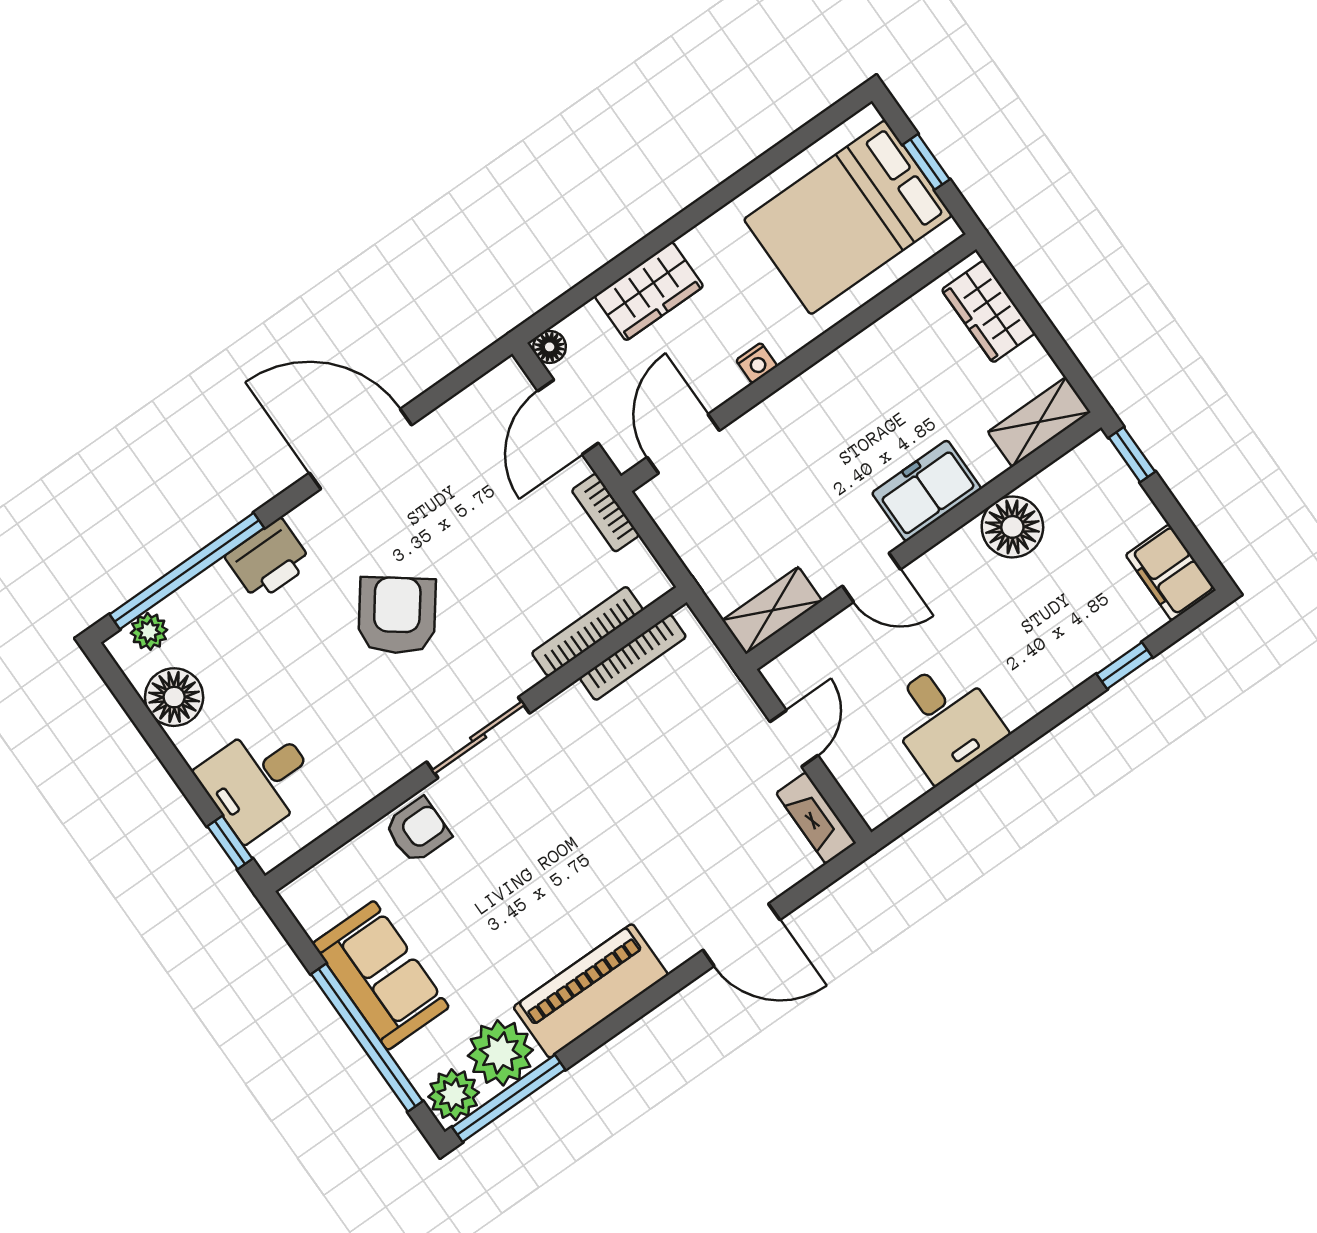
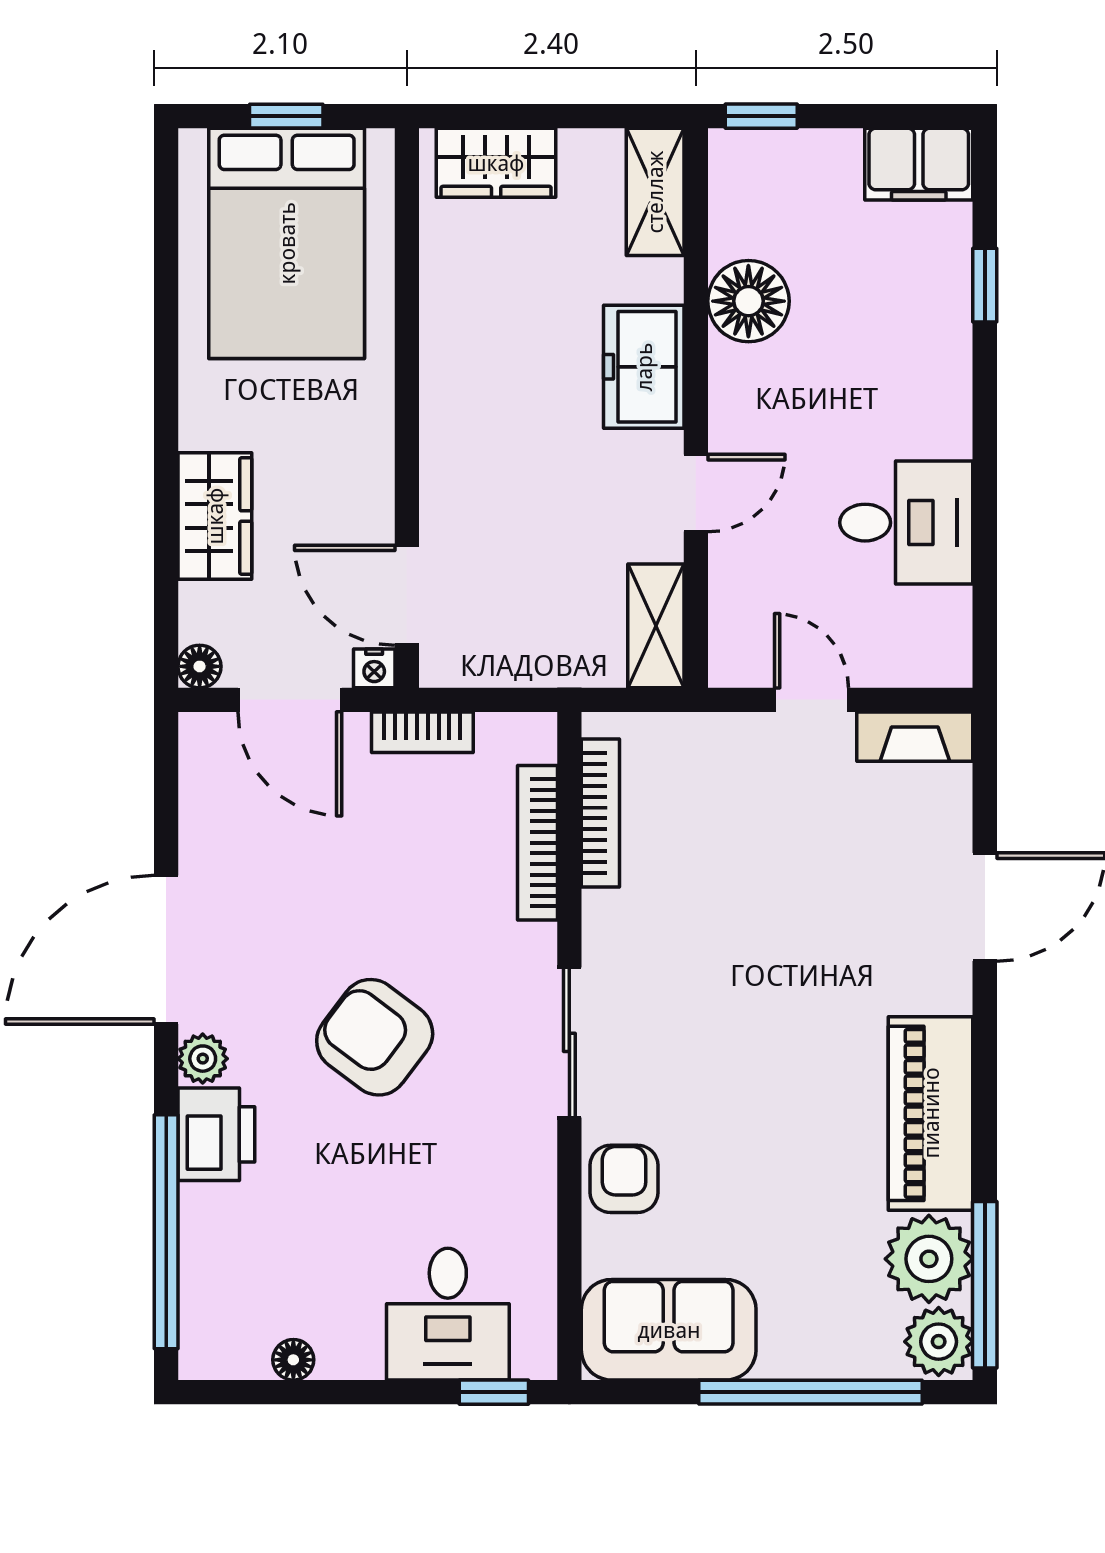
nightstand: (757, 363) -> (374, 668), moved, turned 90
plant: (149, 631) -> (203, 1059), moved
floor lamp: (174, 697) -> (293, 1360), width x0.53, depth x0.53
sofa: (381, 975) -> (669, 1330), moved

